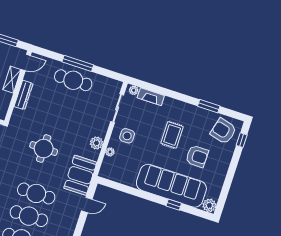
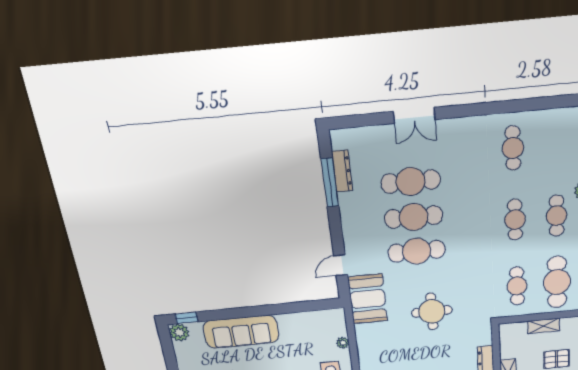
plant: (96, 143) -> (366, 346), removed
sofa: (171, 186) -> (241, 332), width x0.74, depth x0.79
window: (174, 205) -> (186, 318), moved

